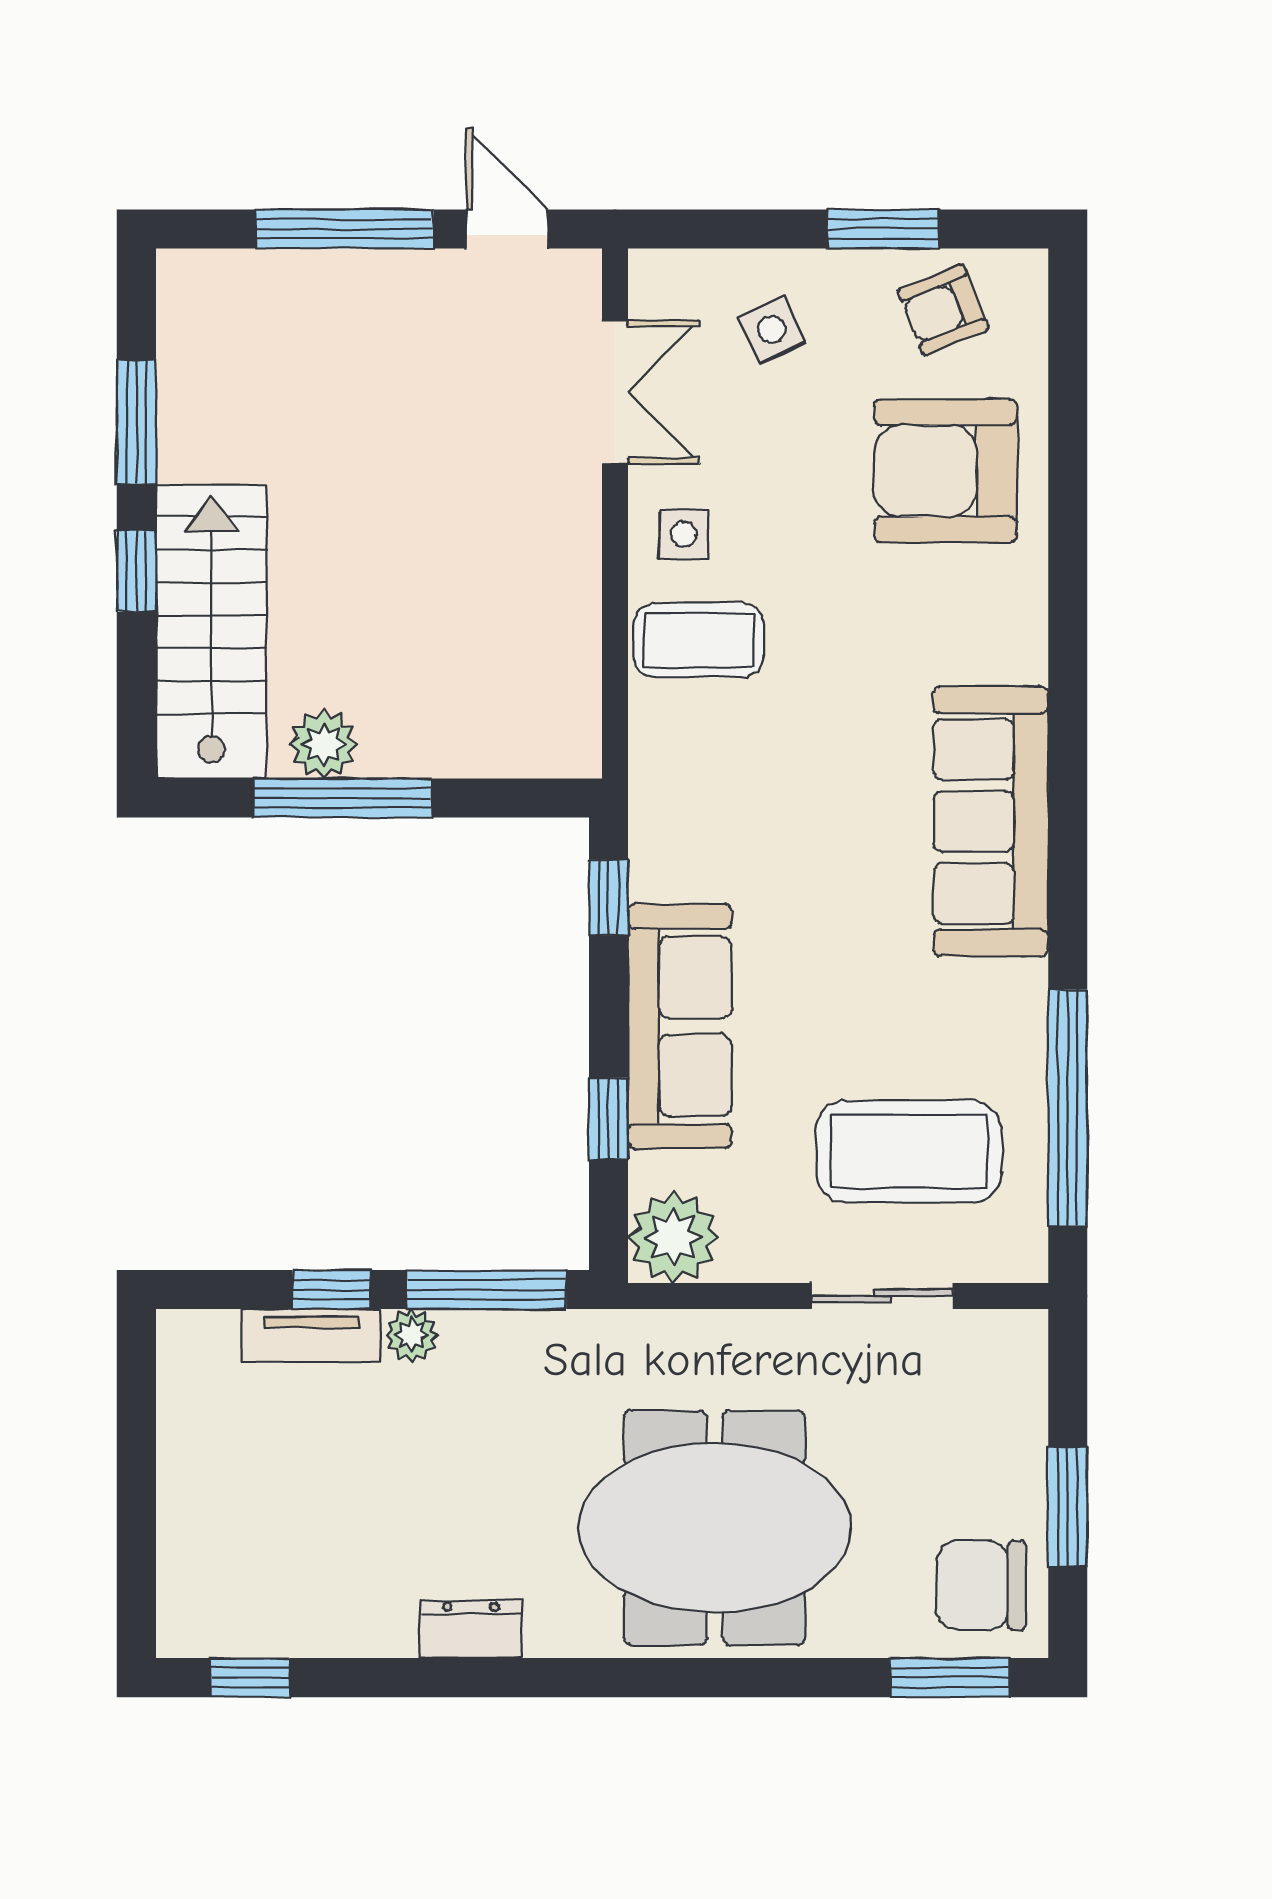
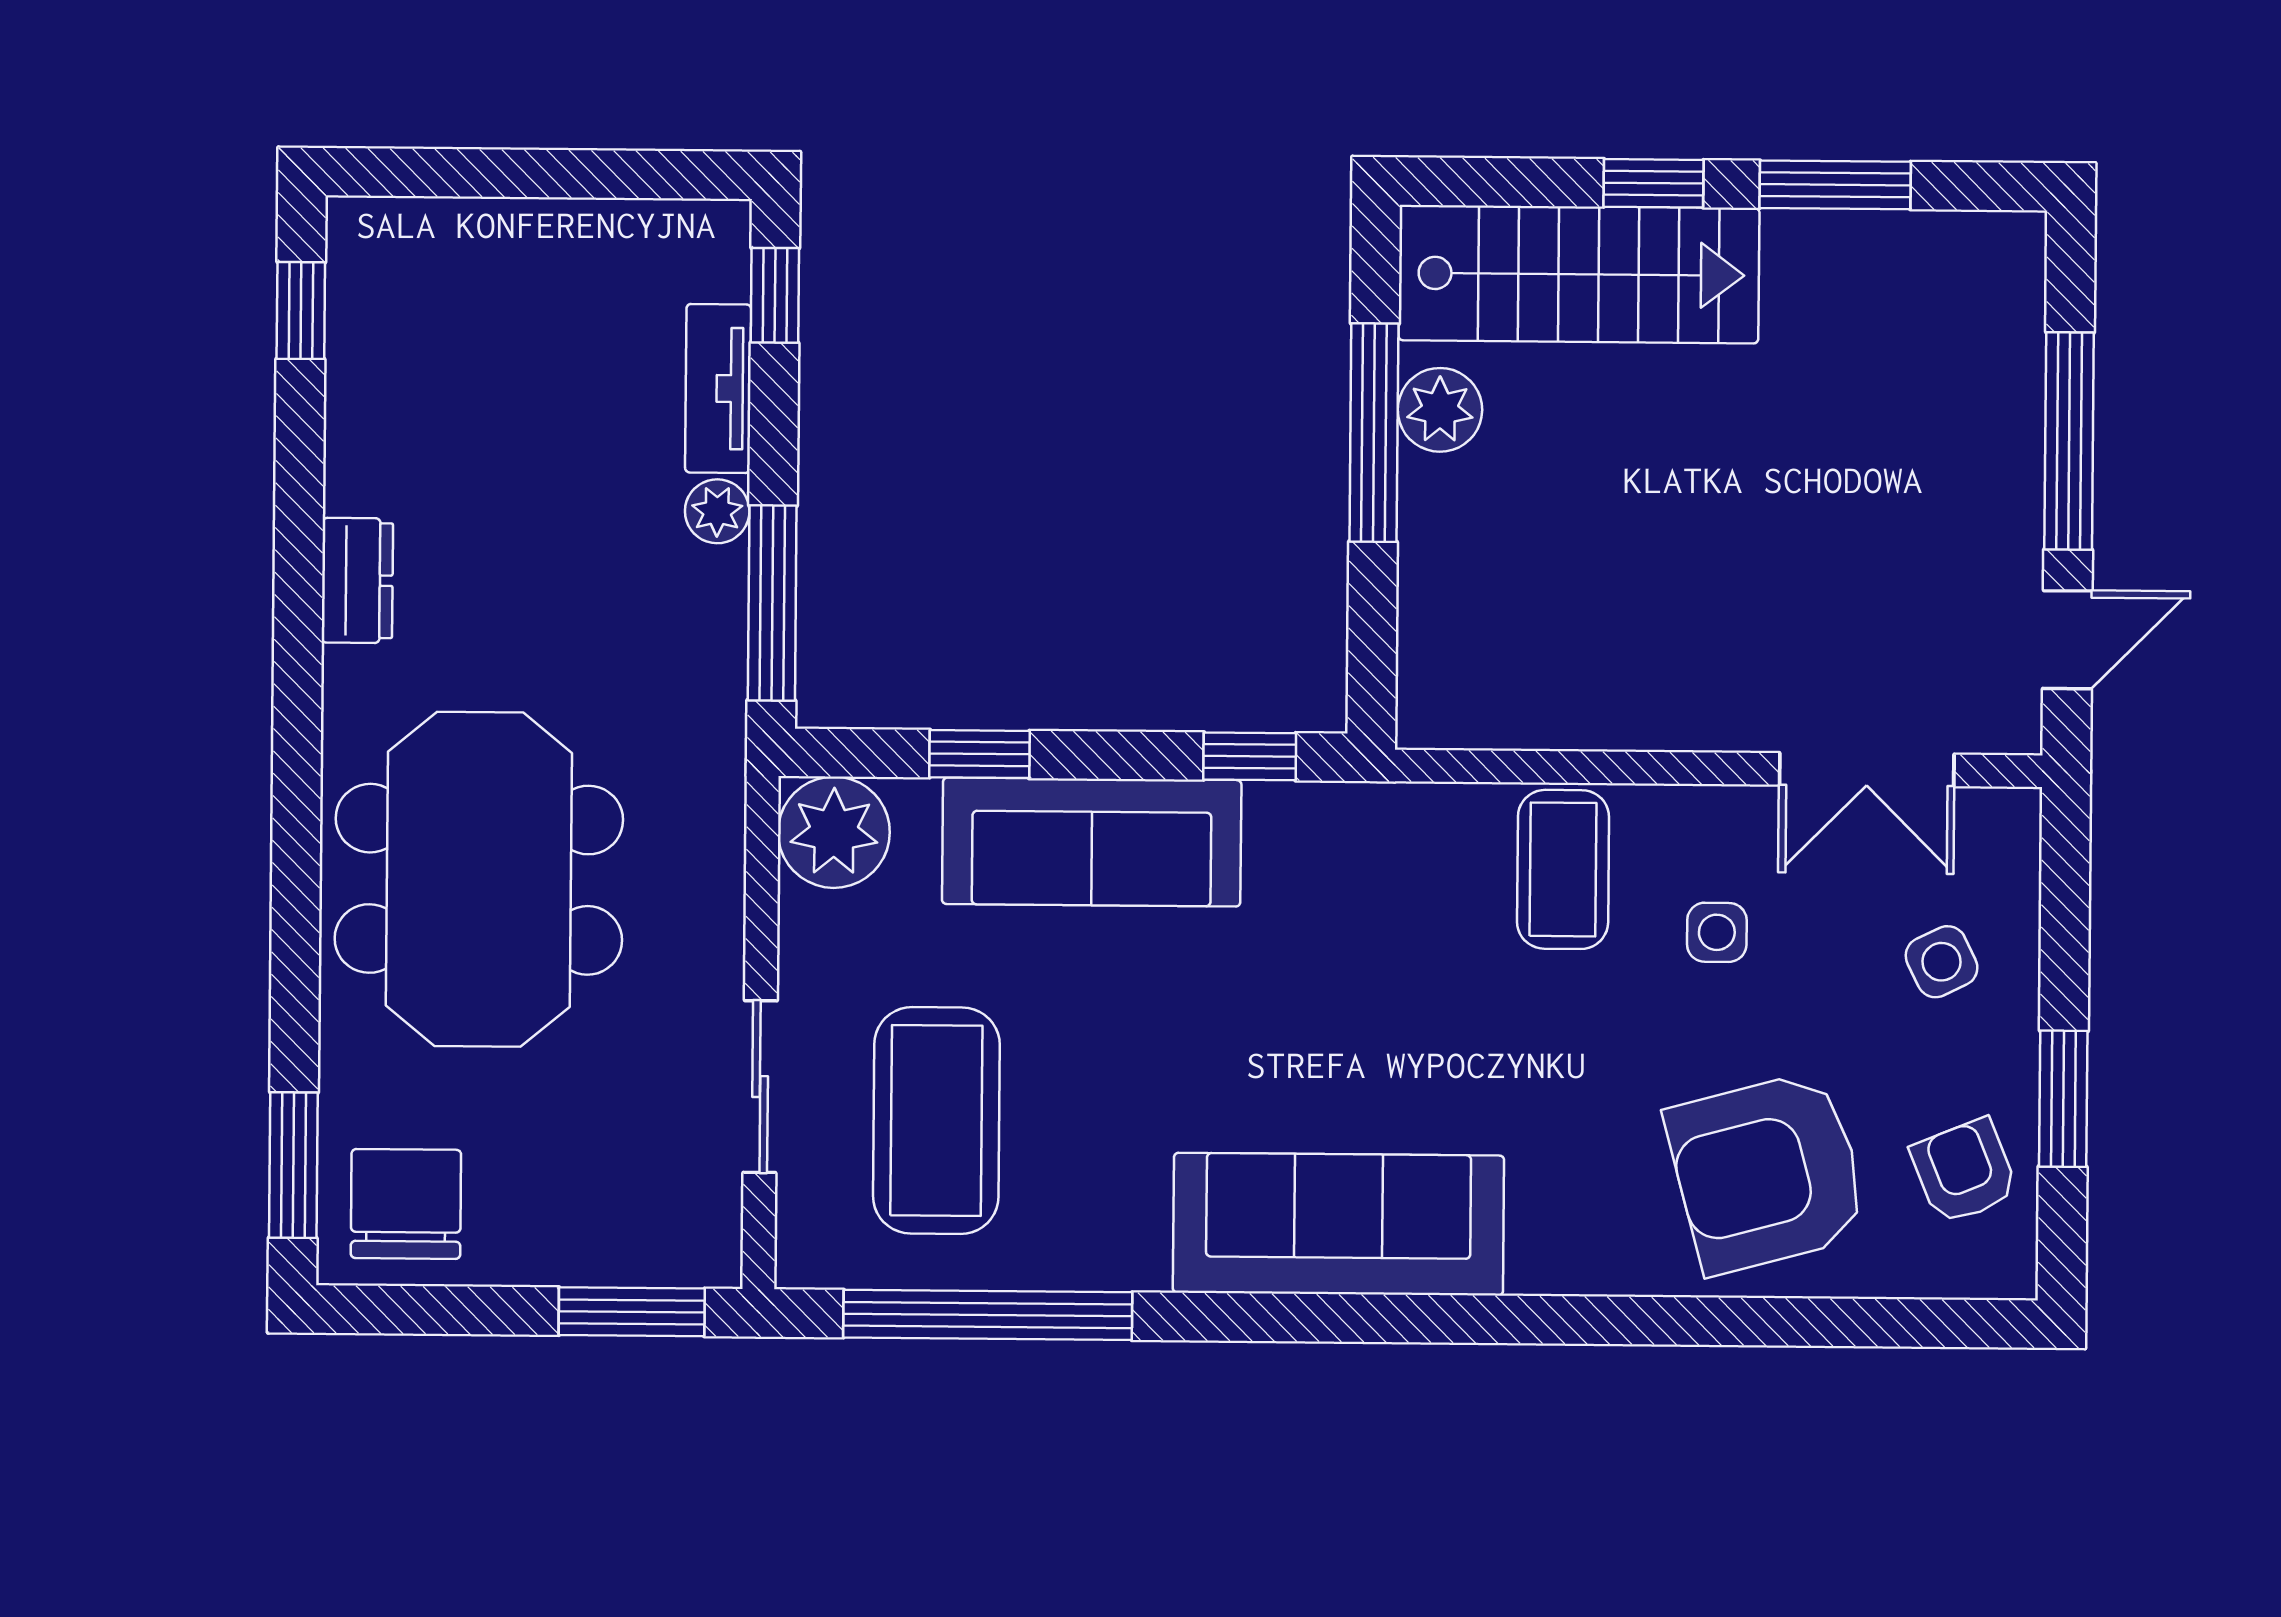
armchair: (946, 471) -> (1767, 1173), turned -105
side table: (684, 534) -> (1717, 932), moved
window: (331, 1290) -> (775, 295), moved
window: (1068, 1507) -> (632, 1312), moved

